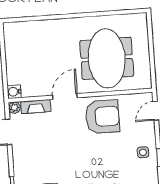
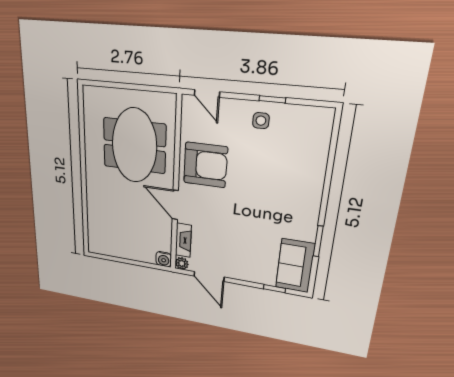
meeting table: (107, 58) -> (134, 146), turned 90
armchair: (103, 117) -> (205, 165), turned 90

